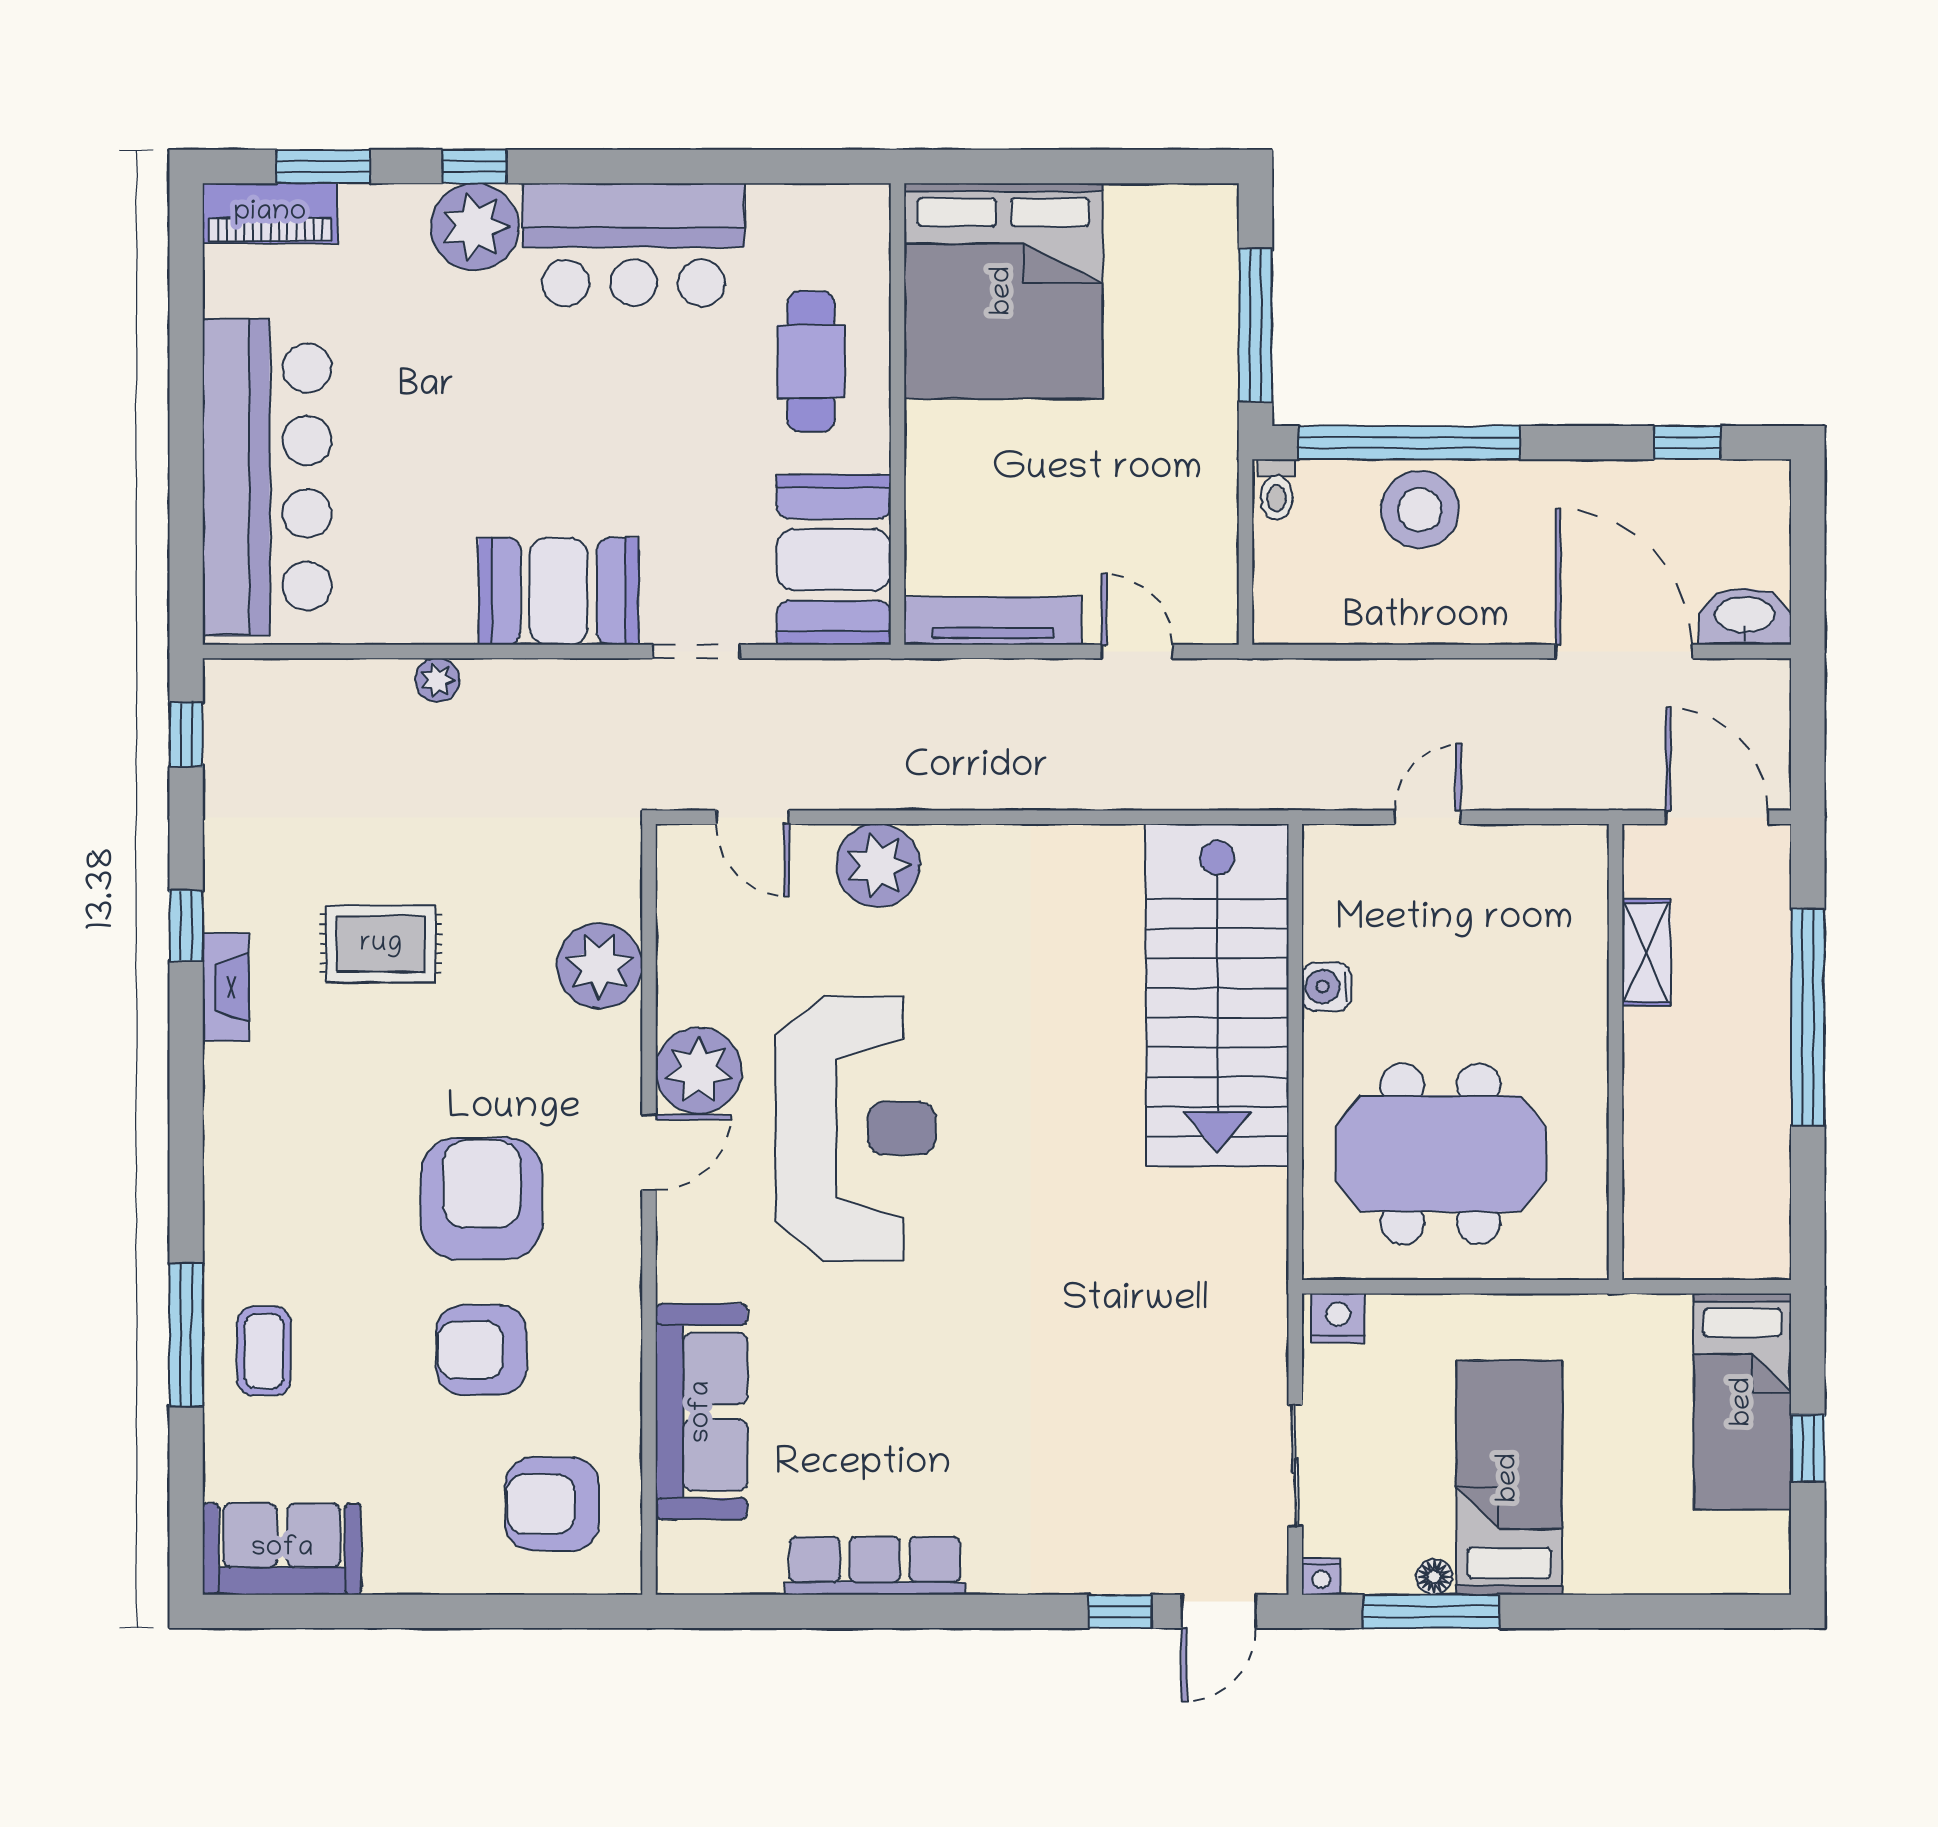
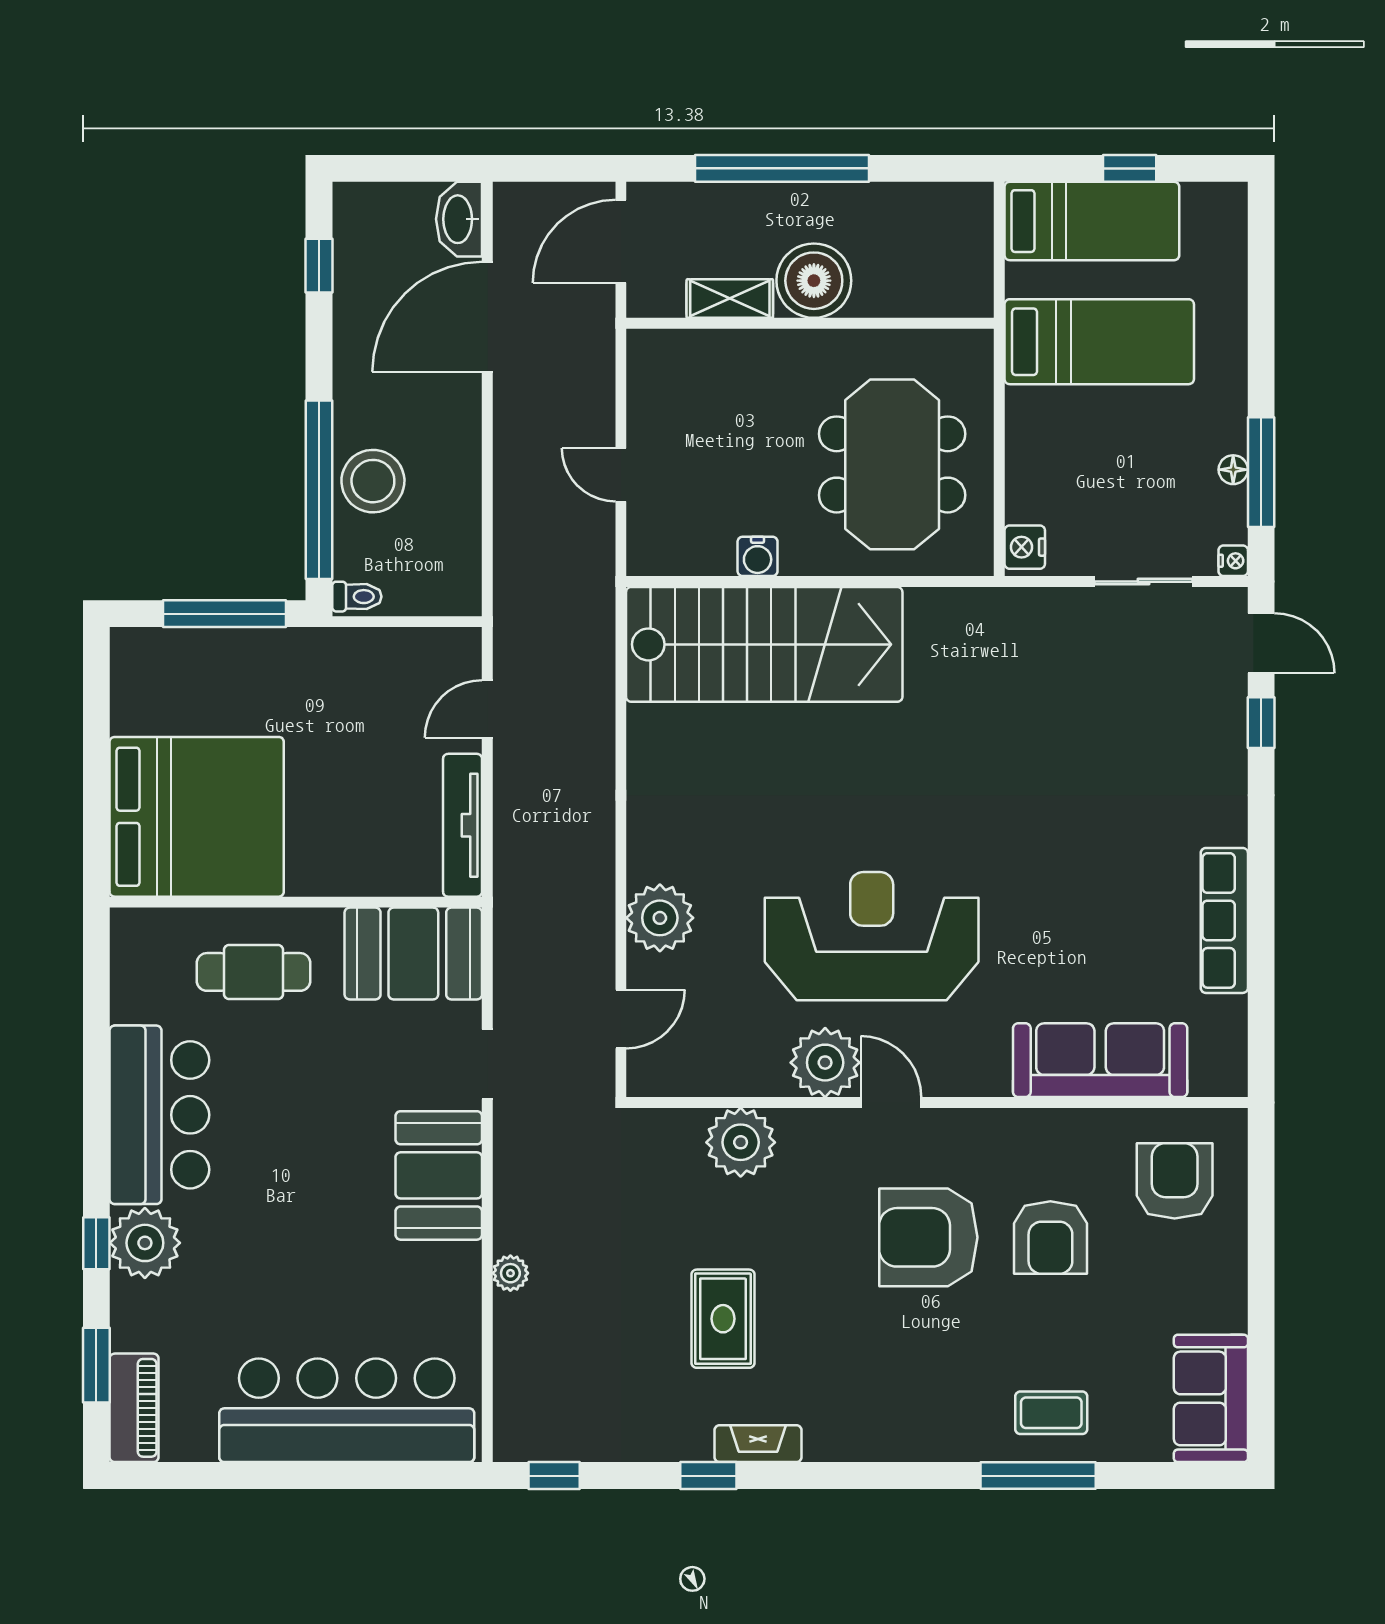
boiler: (1669, 1057) -> (814, 281), added
bed: (1509, 1478) -> (1099, 342), moved, turned 180
armchair: (552, 1504) -> (1175, 1181), turned 180

